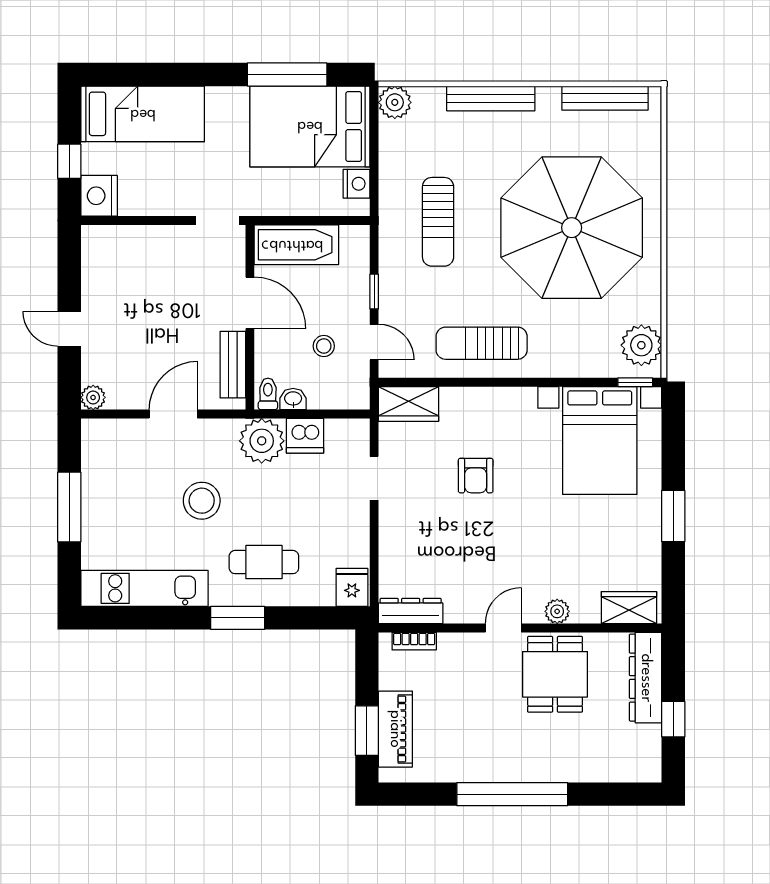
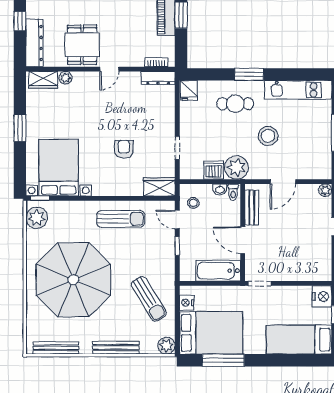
sun lounger: (438, 222) -> (149, 299), moved, turned 149
stool: (324, 346) -> (193, 203), moved
plant: (557, 611) -> (65, 78), moved

